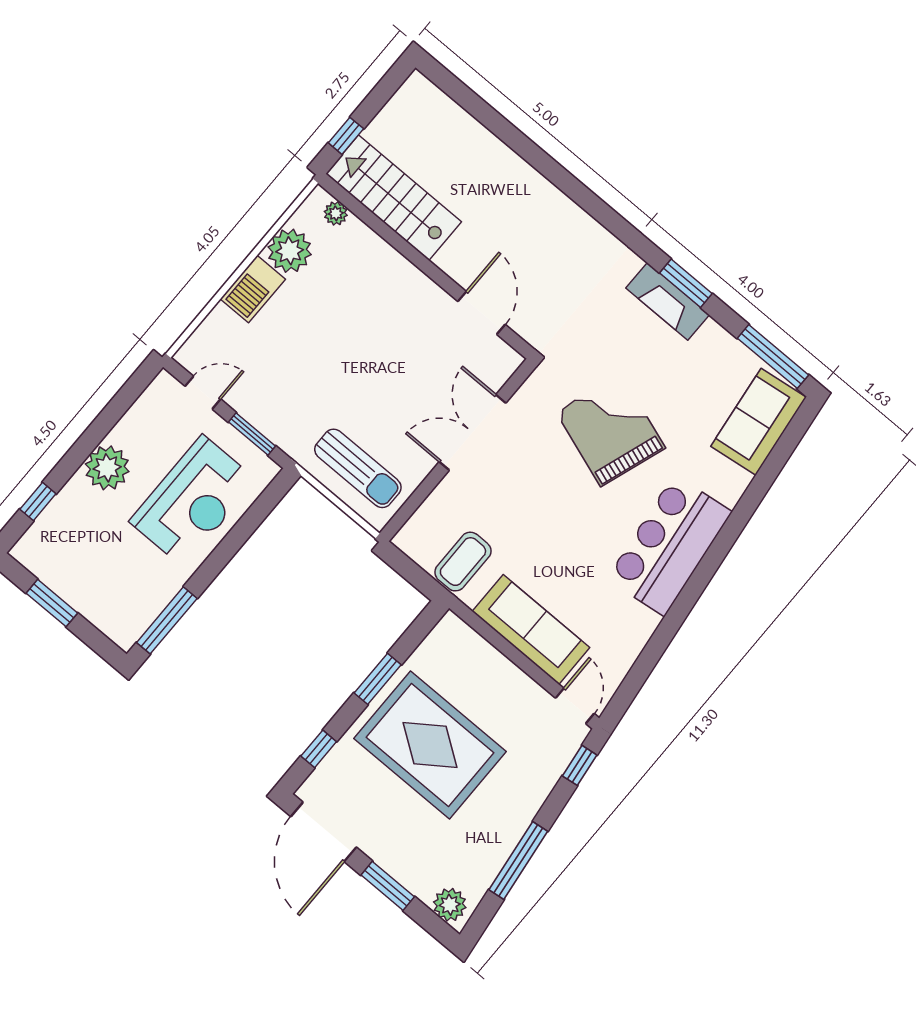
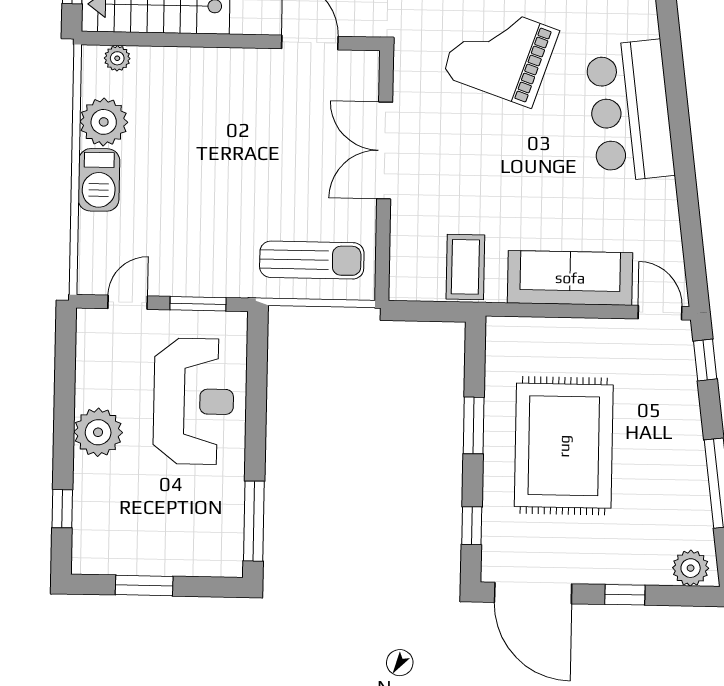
rug: (430, 745) -> (564, 446), turned 90
window: (388, 886) -> (625, 595), width x0.67

